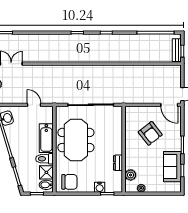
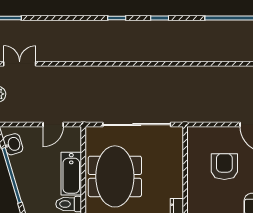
door: (34, 105) -> (53, 125), swing flipped
armchair: (150, 133) -> (224, 167), turned -142

